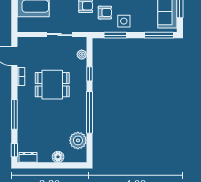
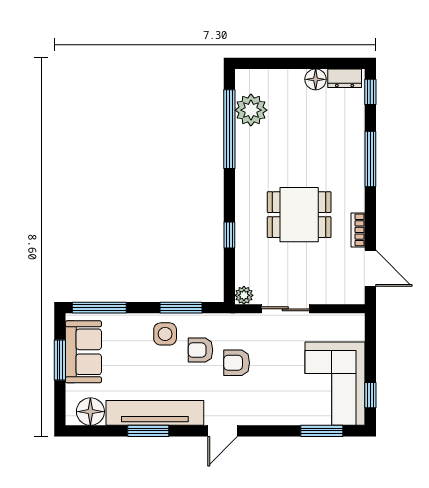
plant: (82, 55) -> (244, 295), moved
window: (90, 112) -> (229, 129), moved
floor lamp: (58, 157) -> (316, 79), moved

